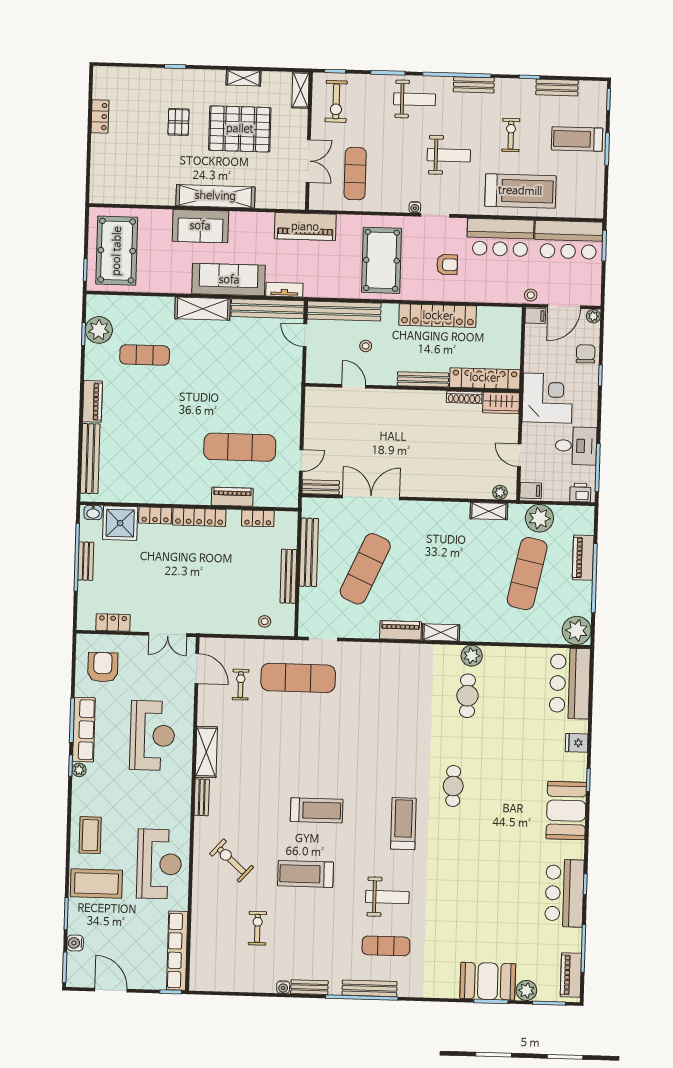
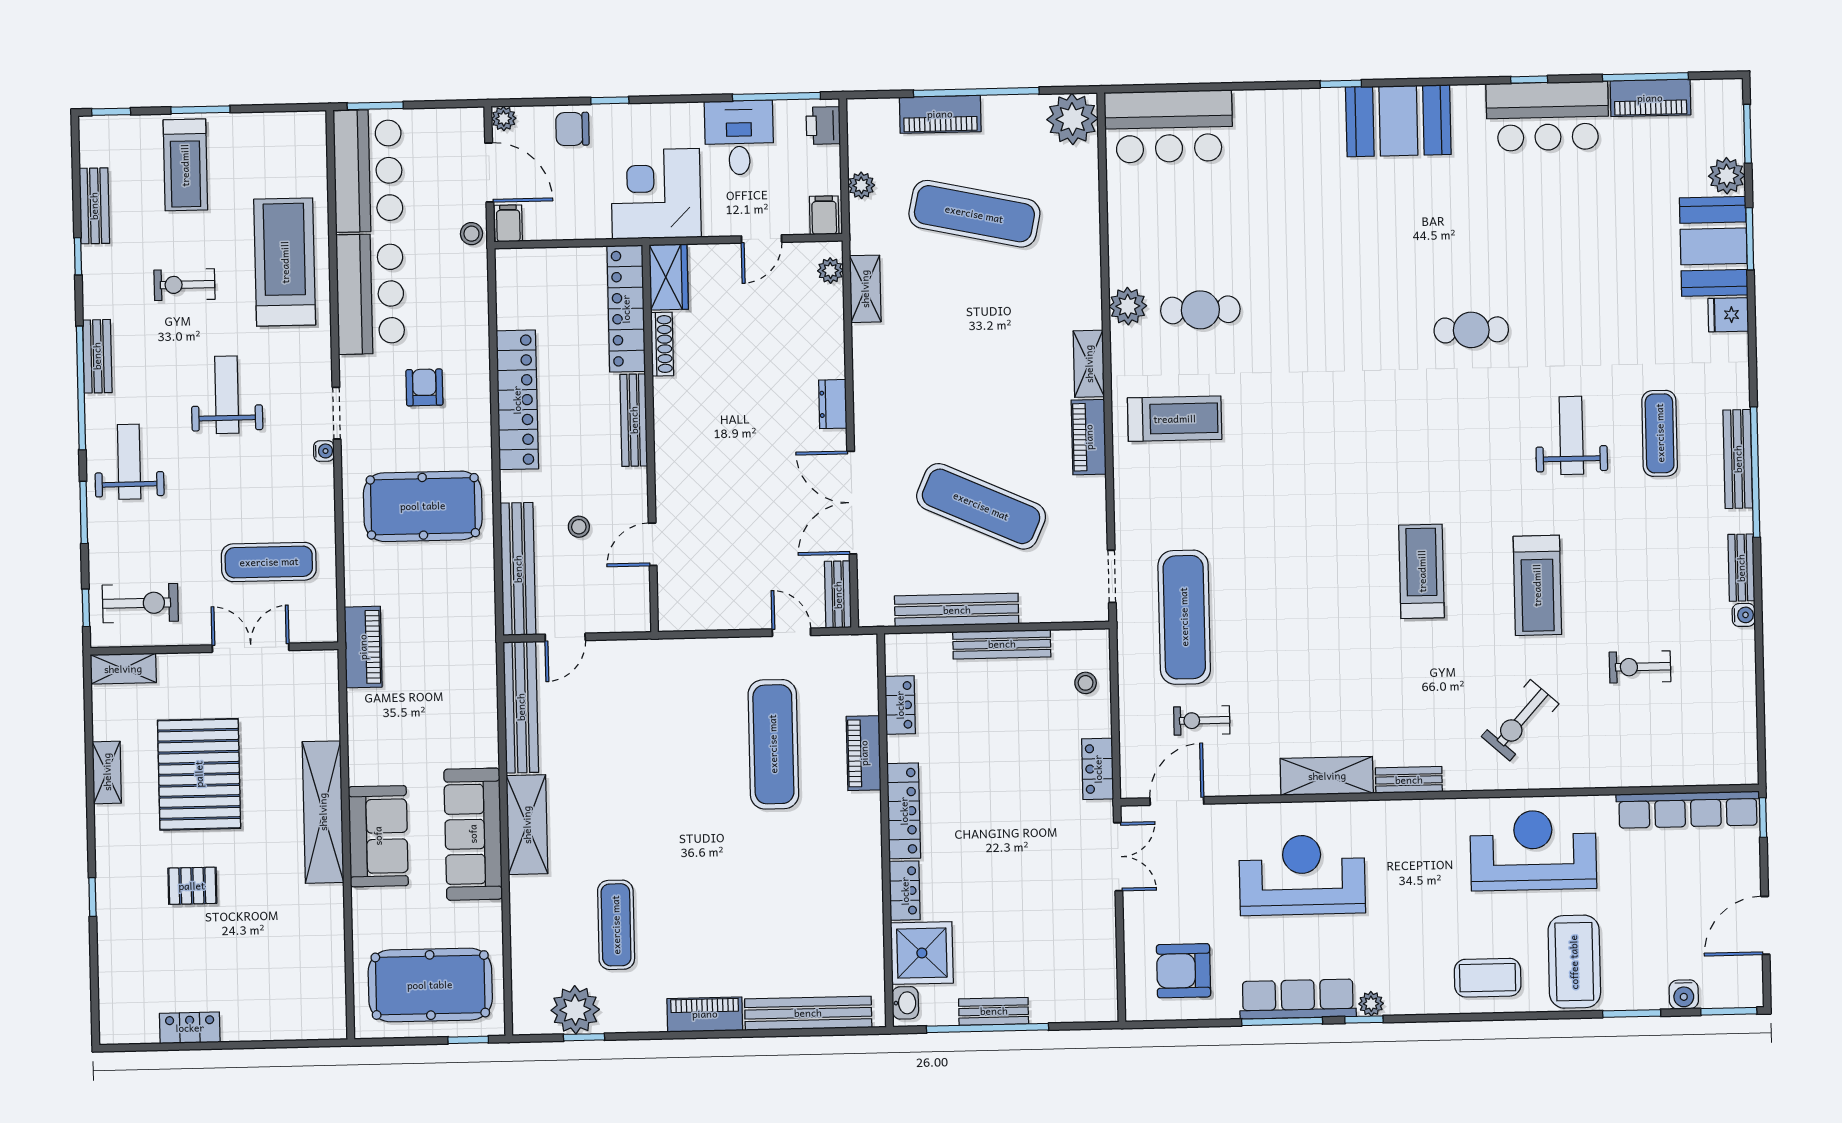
piano: (305, 227) -> (363, 647), width x0.73, depth x0.75
sofa: (229, 280) -> (473, 834), moved
tv unit: (284, 290) -> (485, 679), removed
dresser: (426, 490) -> (833, 404), added
plant: (539, 518) -> (861, 185), width x0.53, depth x0.53
locker: (113, 623) -> (1098, 769), moved
fridge: (577, 743) -> (1728, 315), moved, turned 90
cafe table: (453, 786) -> (1471, 330), moved
treadmill: (403, 824) -> (1175, 419), moved, turned 180
piano: (571, 975) -> (1650, 98), moved

